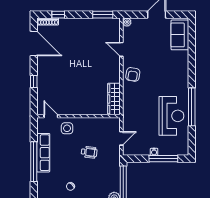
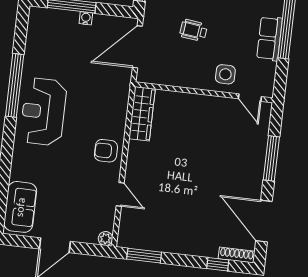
armchair: (133, 74) -> (106, 151), turned -100
window: (34, 81) -> (271, 158), width x2.17
reception desk: (171, 116) -> (43, 112), moved
door: (121, 138) -> (137, 47), width x1.88
row of seats: (43, 153) -> (269, 39), width x0.68

